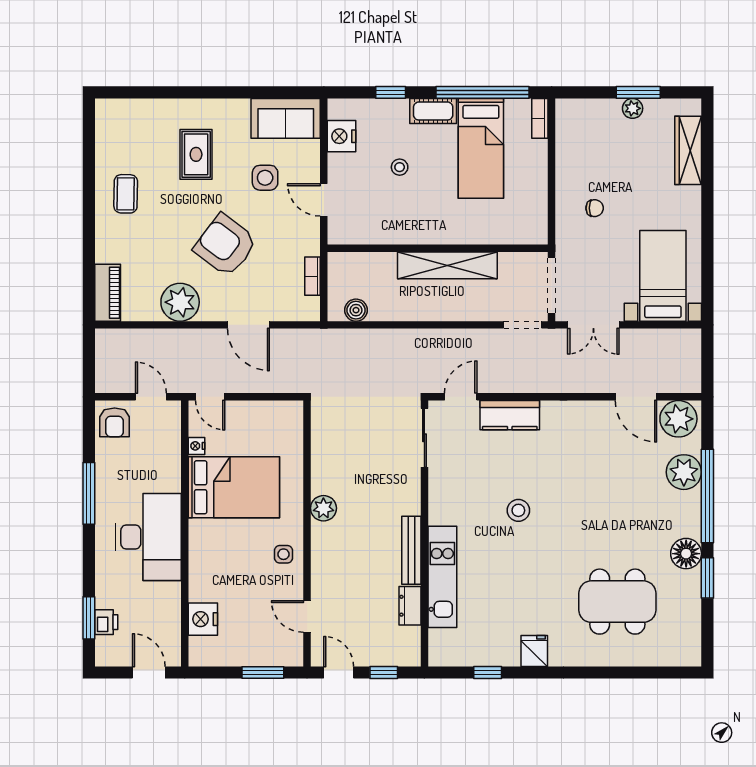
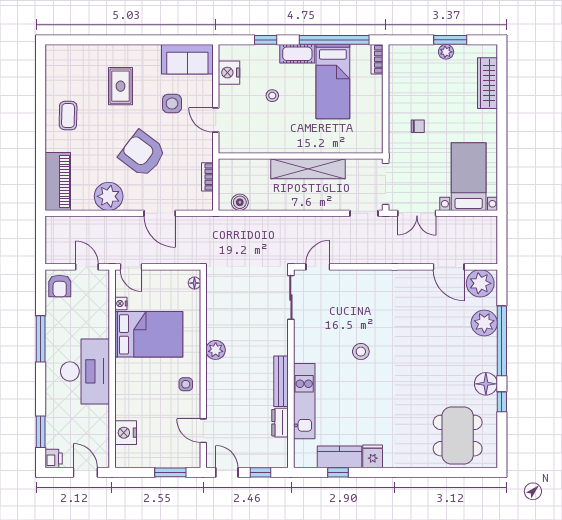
piano: (108, 293) -> (58, 181), width x1.37, depth x1.33
kitchen counter: (510, 415) -> (340, 457), moved, turned 180
floor lamp: (295, 418) -> (194, 283), added
window: (707, 578) -> (502, 402), width x0.67
dining table: (617, 602) -> (458, 436), moved, turned 90
printer: (106, 622) -> (54, 459), moved

